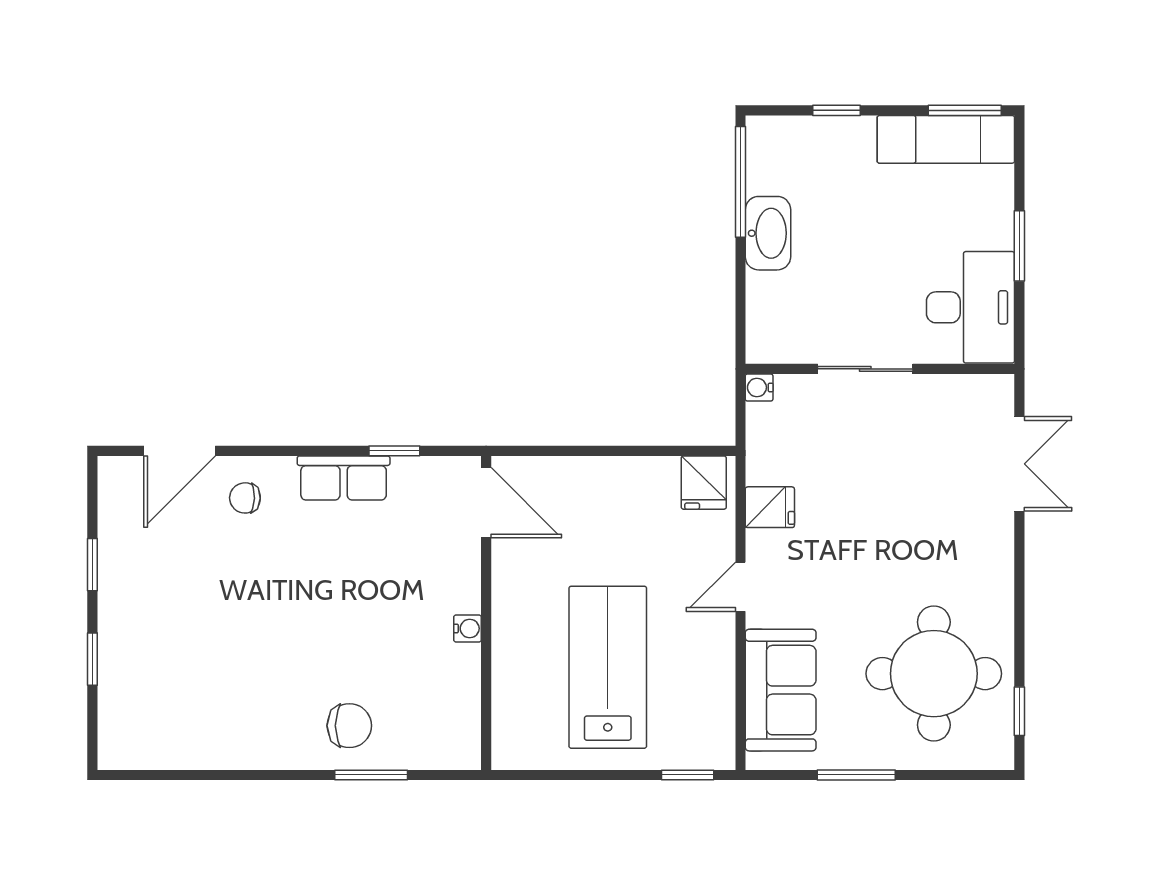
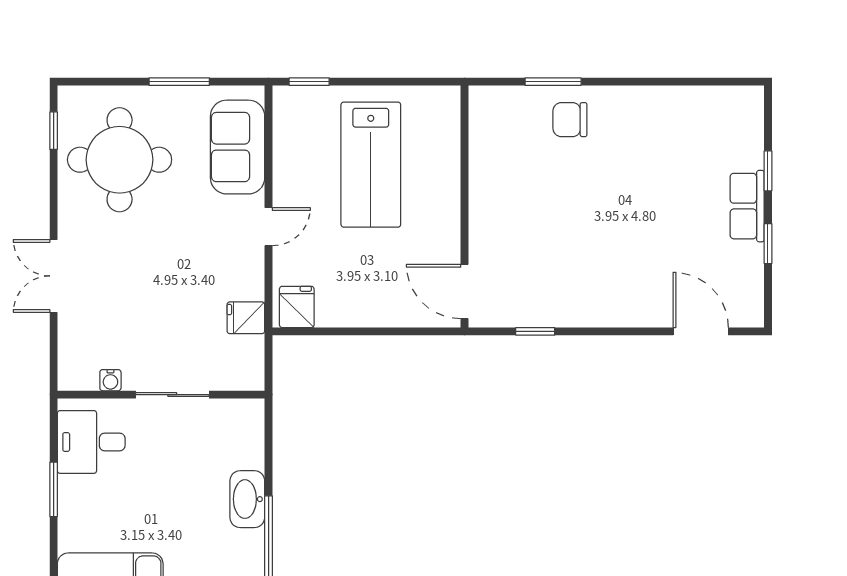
desk: (971, 307) -> (91, 442), width x0.73
water cooler: (759, 388) -> (110, 380), moved, turned 90
door: (180, 451) -> (701, 331), hinge flipped
double door: (1019, 464) -> (54, 276), moved
row of seats: (344, 478) -> (747, 206), moved, turned -90
chair: (245, 498) -> (650, 295), removed
fridge: (770, 507) -> (246, 318), moved
water cooler: (468, 628) -> (479, 194), removed

